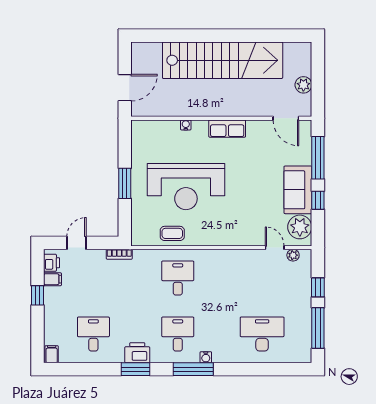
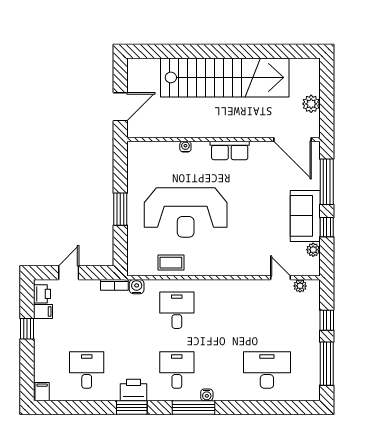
door: (286, 118) -> (292, 139), width x1.36
plant: (300, 227) -> (313, 250), width x0.53, depth x0.53
water cooler: (140, 256) -> (137, 287), added

